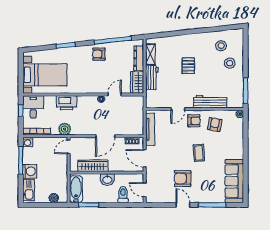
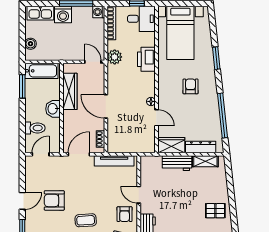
armchair: (99, 54) -> (191, 86), moved
pallet: (188, 66) -> (215, 211), moved
armchair: (183, 179) -> (54, 200), turned -90

